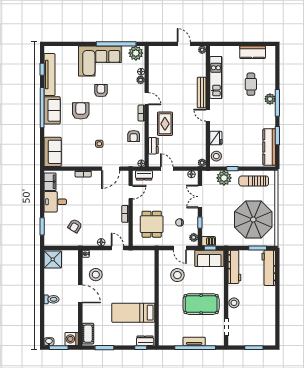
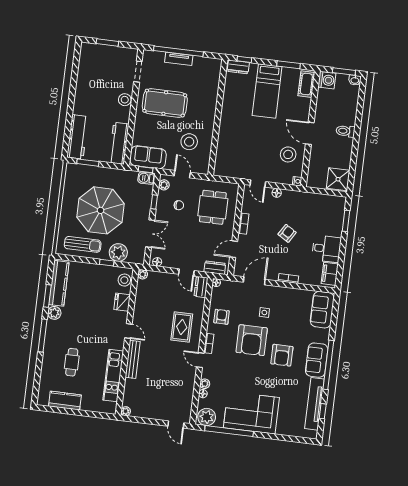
door: (184, 44) -> (176, 425), moved
armchair: (101, 91) -> (252, 340), moved, width x1.88, depth x1.88
plant: (270, 99) -> (54, 313), moved
dresser: (153, 146) -> (201, 287), moved
parasol: (253, 220) -> (101, 210), moved
armchair: (75, 226) -> (287, 233), moved
bed: (133, 313) -> (267, 91), moved, turned 90

